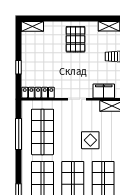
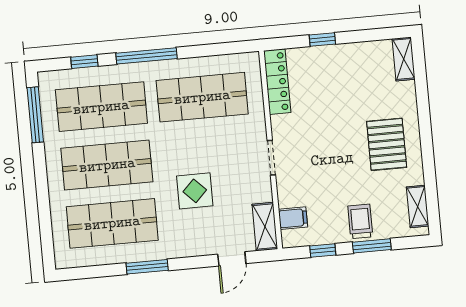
pallet: (75, 39) -> (387, 144), turned 90
filing cabinet: (104, 91) -> (293, 218), width x0.50
window: (19, 134) -> (147, 56), moved

